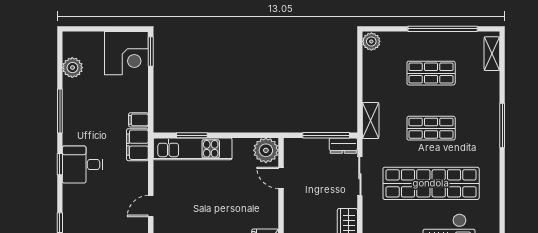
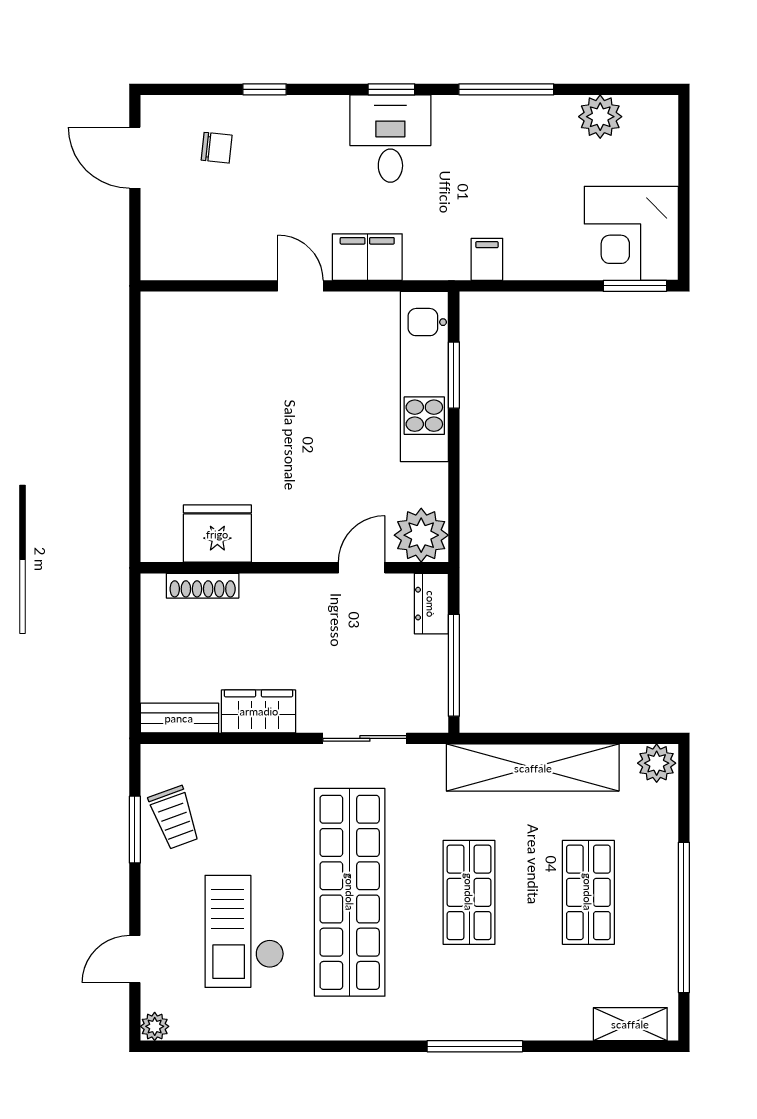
shelving: (371, 121) -> (533, 768), width x2.20, depth x1.33
filing cabinet: (137, 145) -> (367, 257), moved
dresser: (343, 146) -> (431, 604), moved

